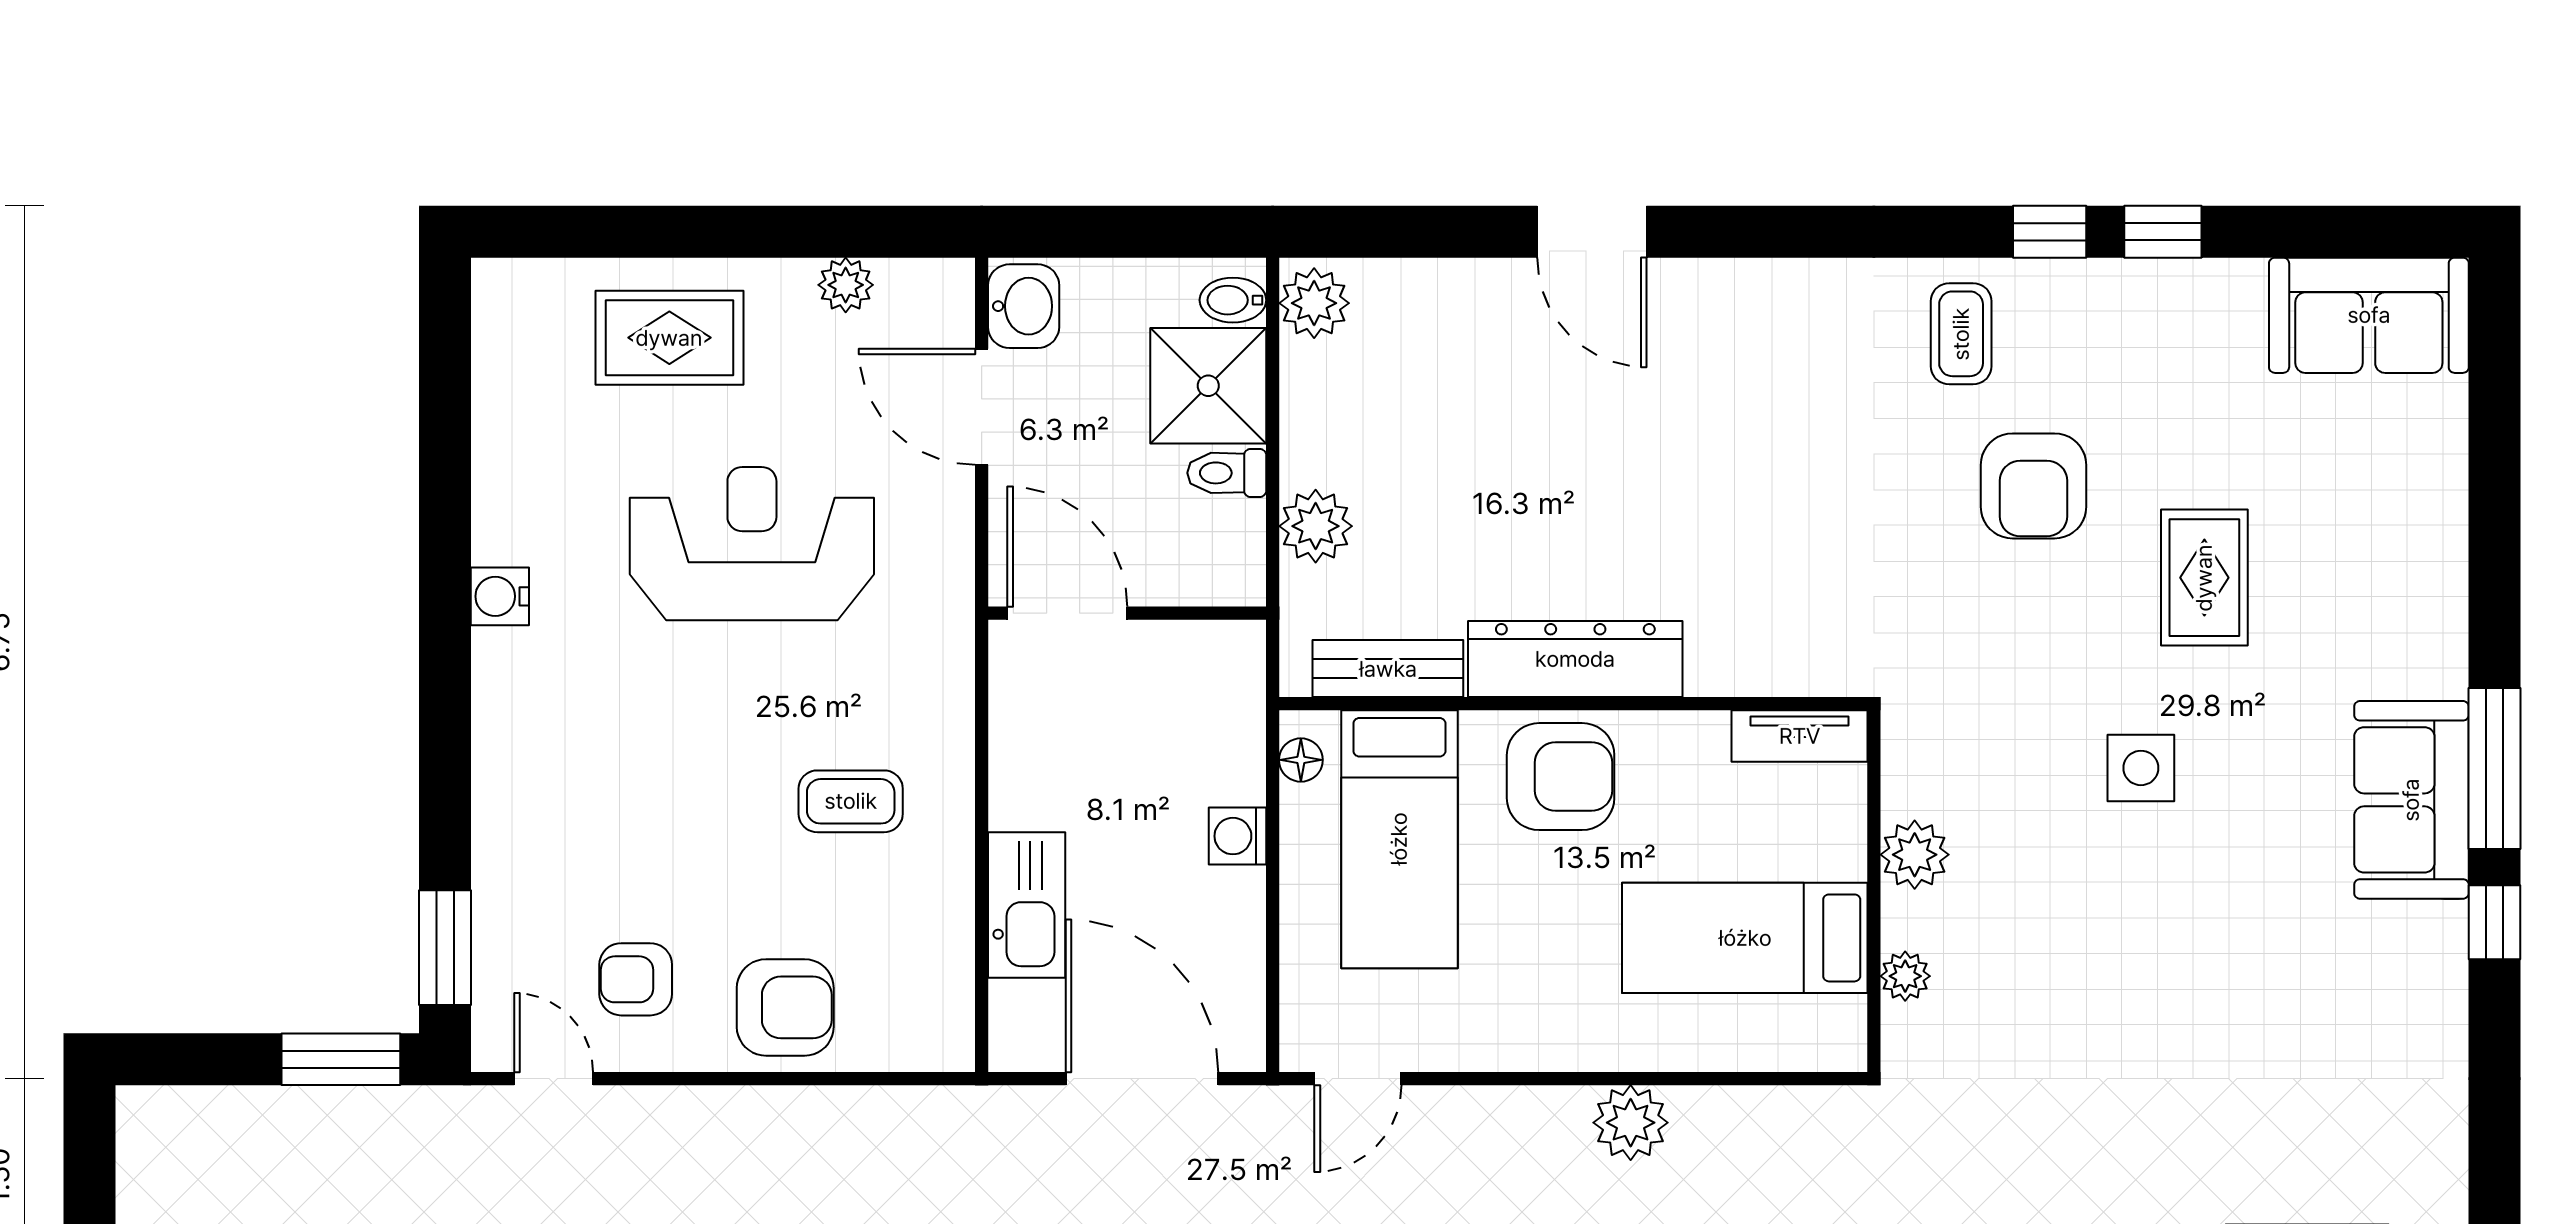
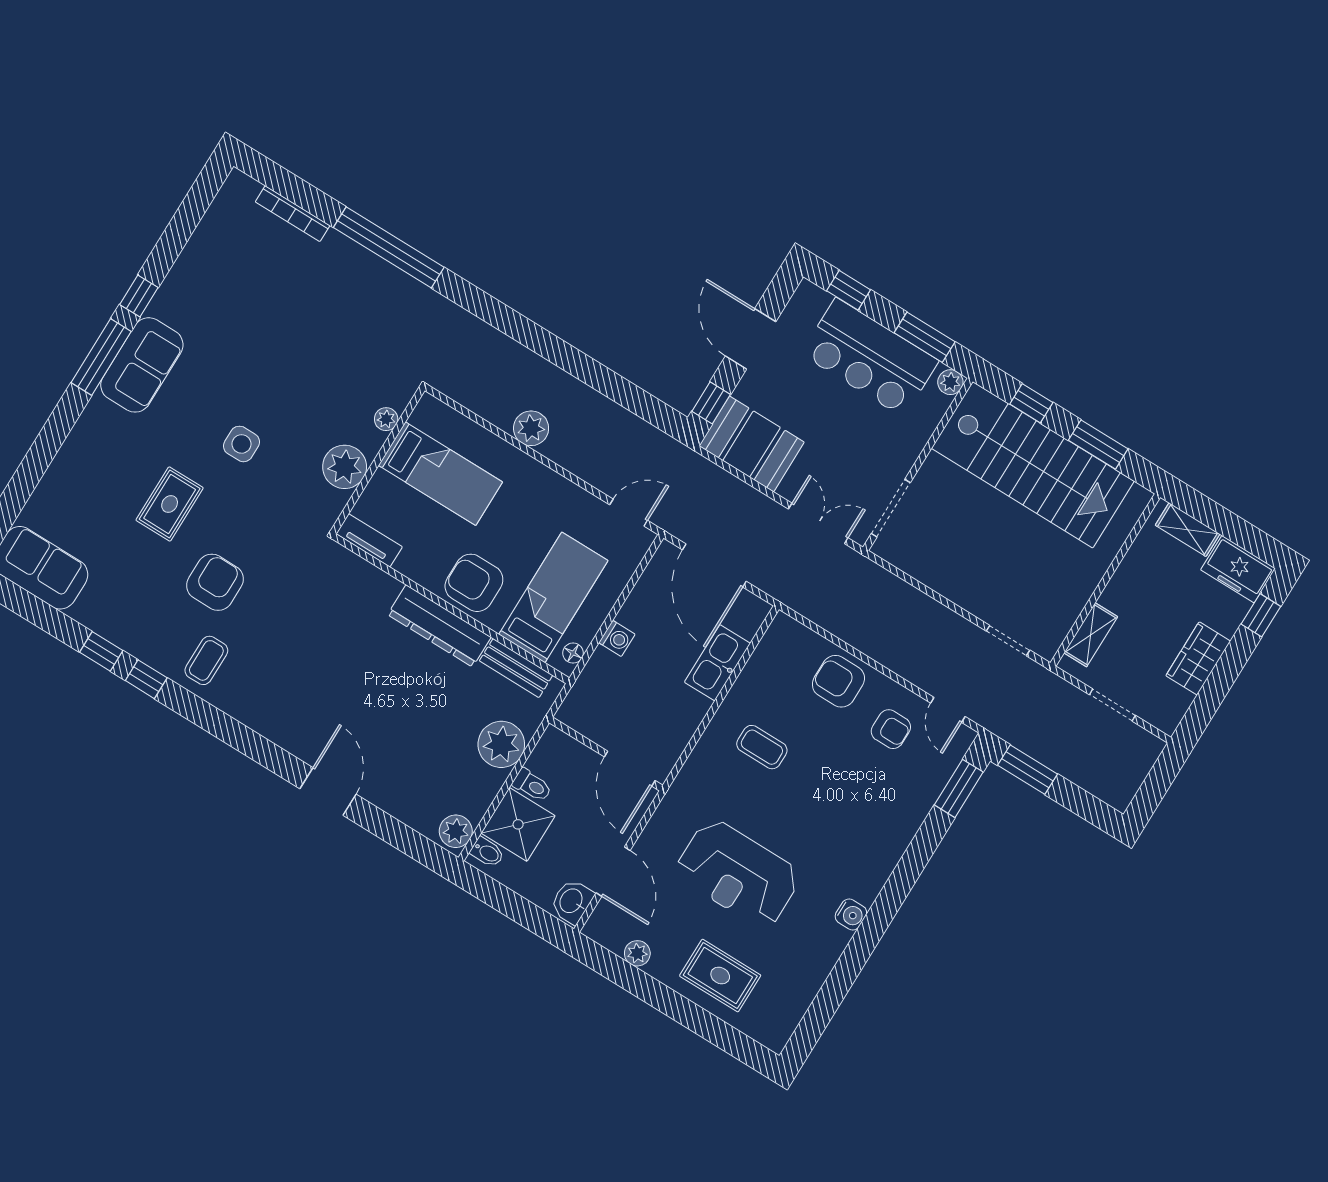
plant: (1316, 526) -> (501, 744), width x1.36, depth x1.36
plant: (1915, 855) -> (345, 467), width x1.36, depth x1.36

